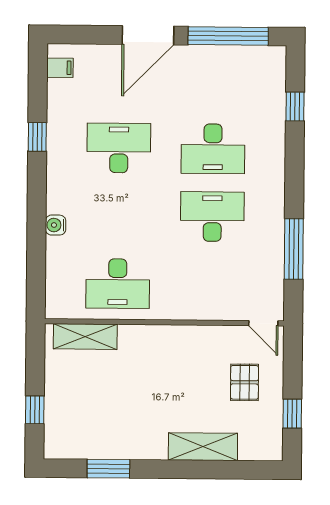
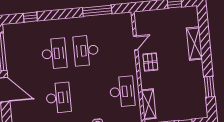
desk: (119, 148) -> (58, 98), turned 180
door: (263, 323) -> (136, 43), moved
pallet: (245, 382) -> (150, 62), moved, turned 90

